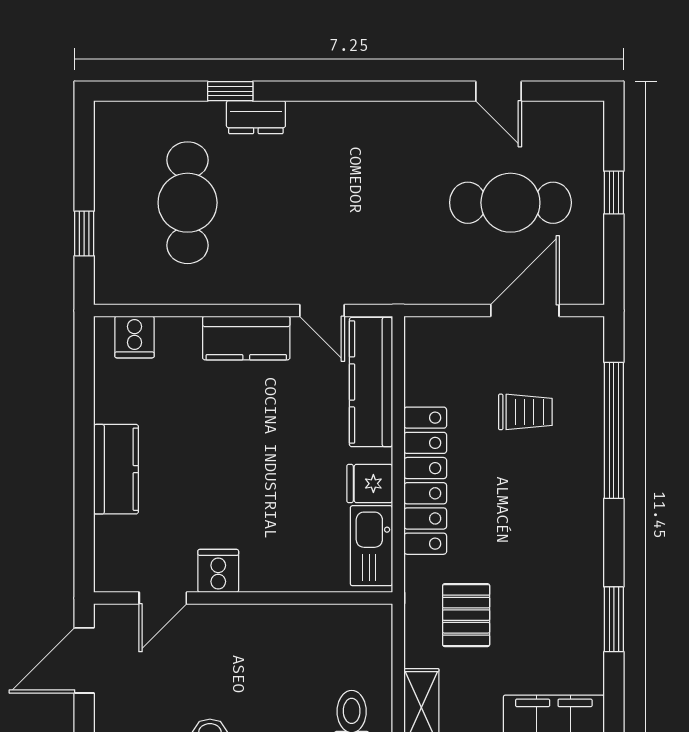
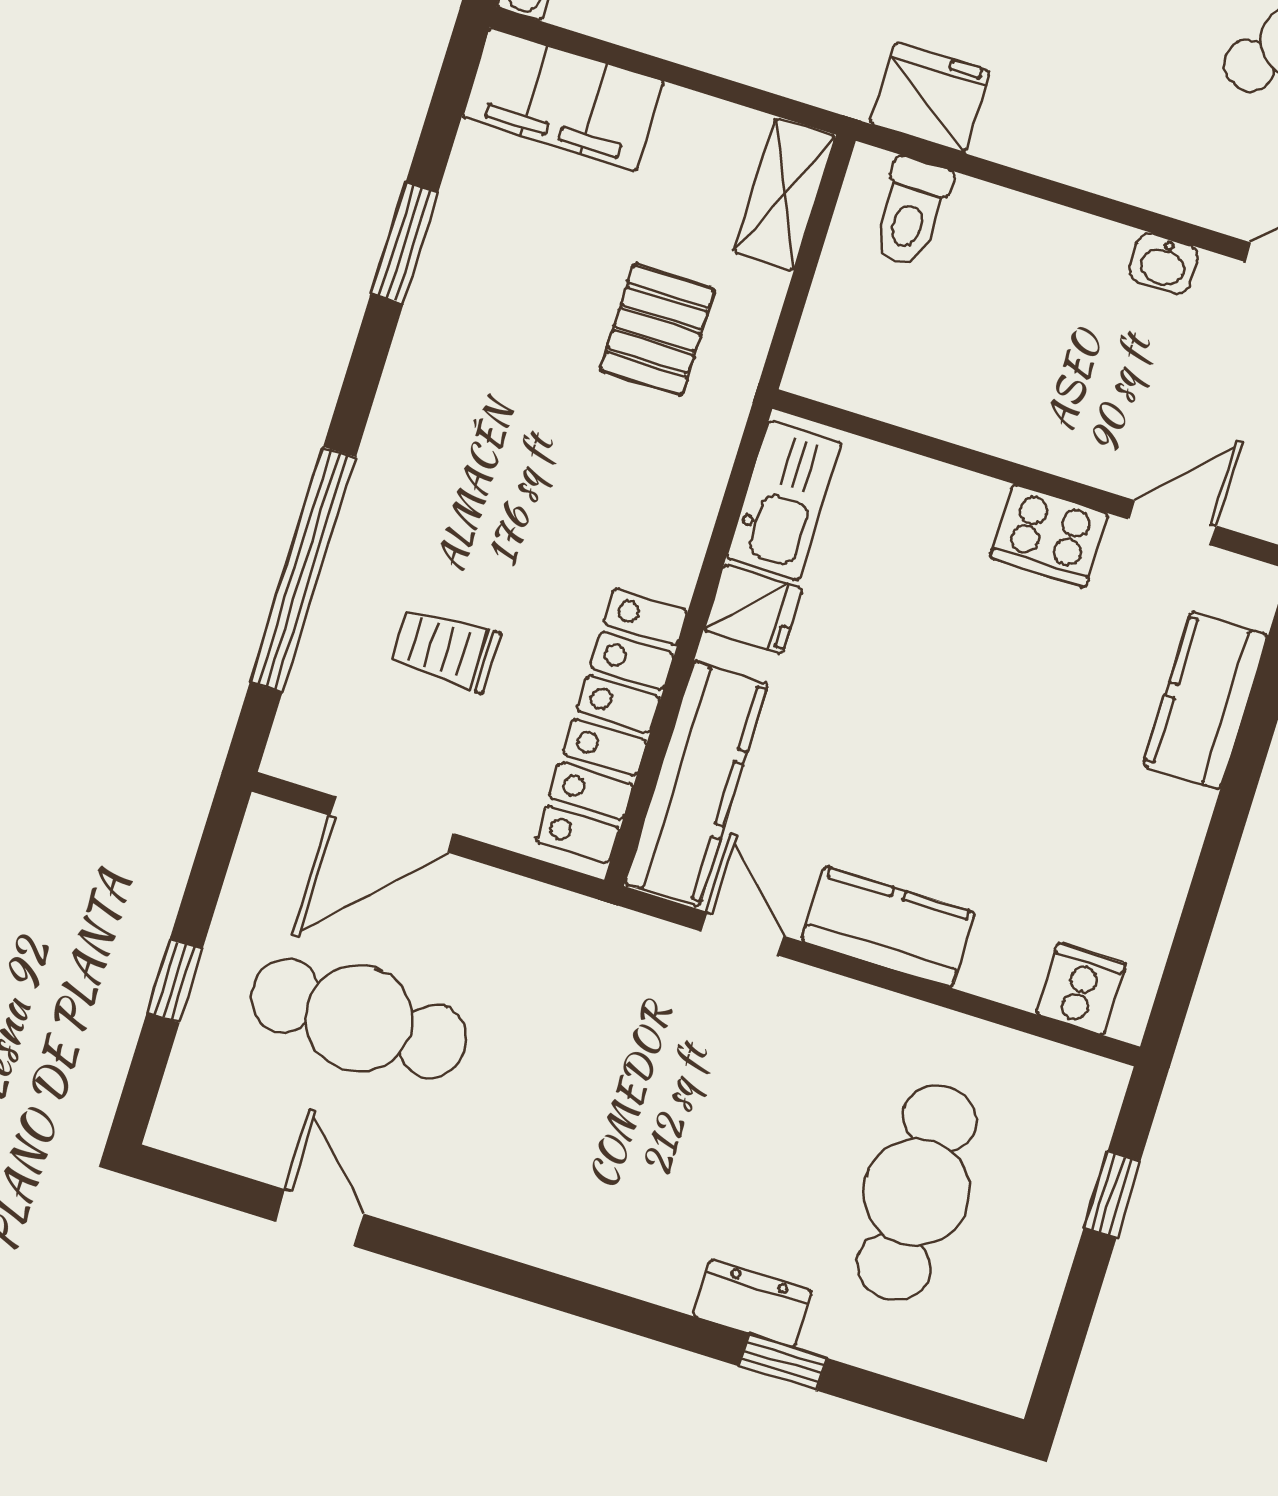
kitchen counter: (116, 469) -> (1206, 700), moved
locker: (425, 481) -> (612, 726), moved
cooker: (218, 571) -> (1049, 536), width x1.36

